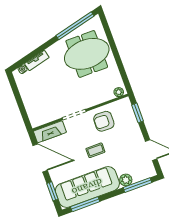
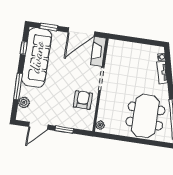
window: (138, 113) -> (64, 130), moved
coffee table: (95, 150) -> (63, 80), removed
plant: (126, 180) -> (24, 102), moved
window: (137, 185) -> (18, 86), moved
window: (85, 204) -> (24, 48), width x0.46

